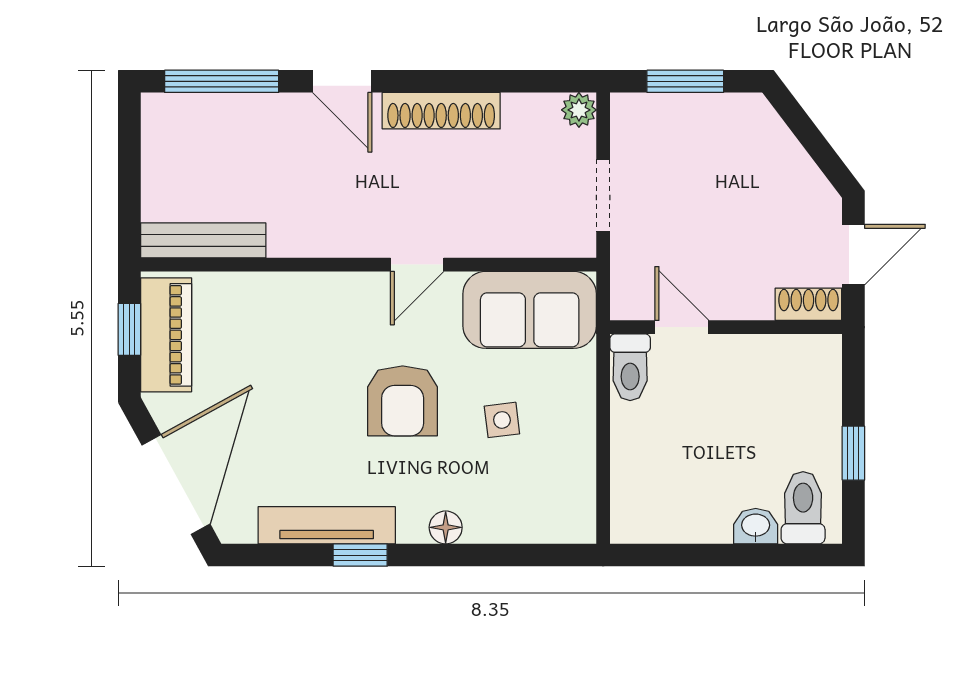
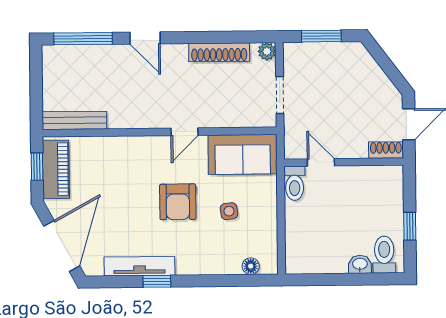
shoe rack: (441, 111) -> (219, 52), moved
floor lamp: (446, 527) -> (251, 266), moved

